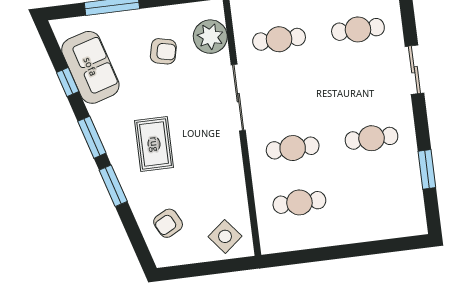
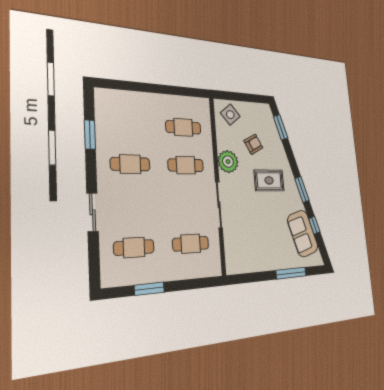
plant: (210, 37) -> (228, 162), moved
armchair: (163, 51) -> (263, 241), removed
rug: (154, 144) -> (269, 180), turned 90
window: (113, 186) -> (281, 127), moved
armchair: (168, 223) -> (253, 144), moved

